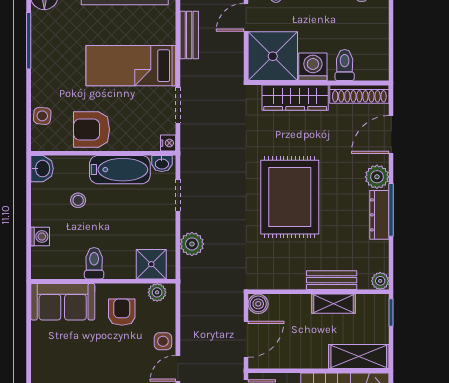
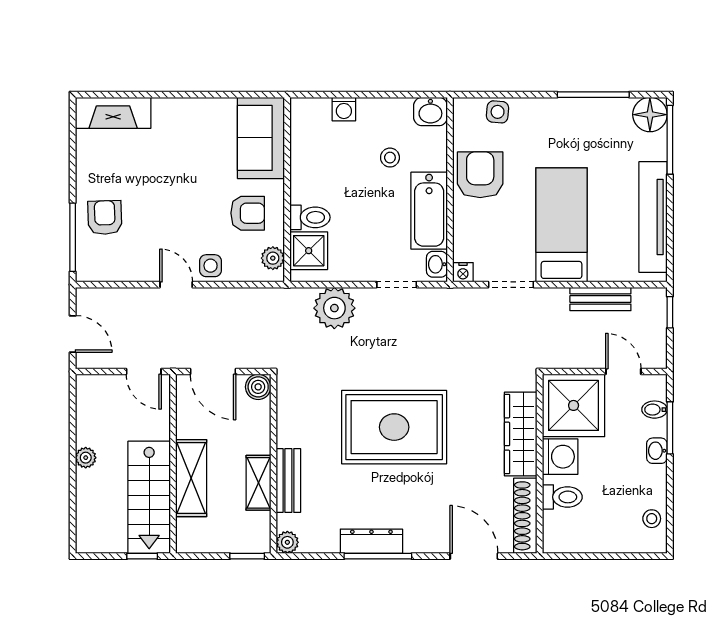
plant: (377, 177) -> (420, 538), removed
plant: (192, 244) -> (334, 308), width x1.36, depth x1.36
toilet: (94, 263) -> (310, 217), moved
shelving: (359, 356) -> (191, 478), moved

